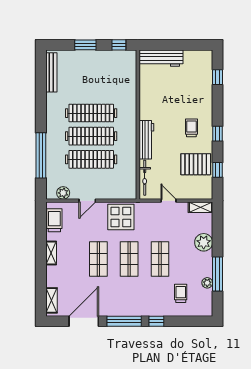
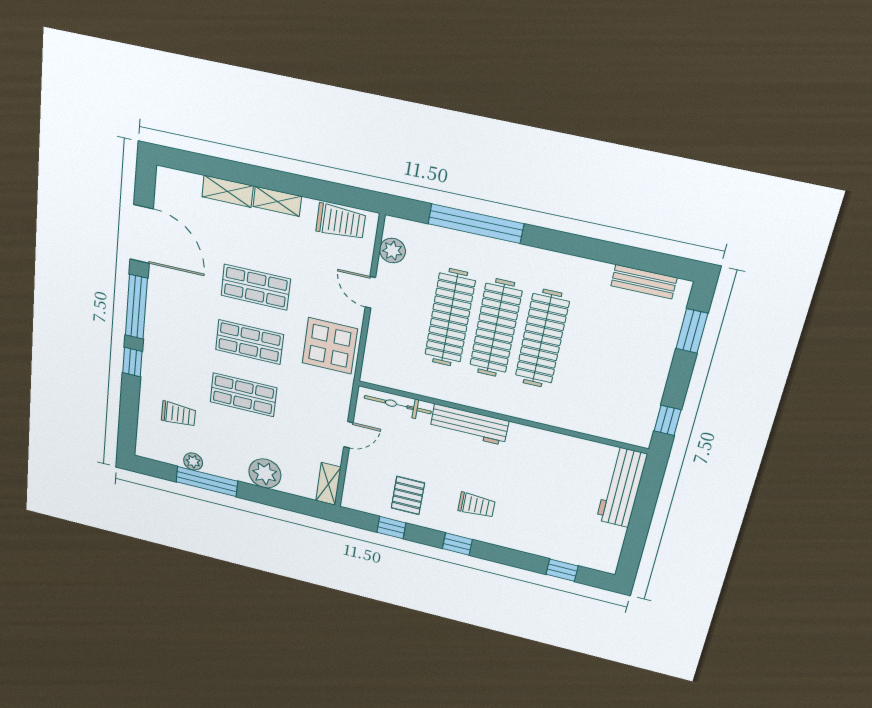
window: (85, 45) -> (692, 331), moved
bench: (51, 72) -> (644, 282), width x0.73
pallet: (196, 164) -> (408, 495), width x0.67, depth x0.71
shelving: (51, 300) -> (228, 191), moved

